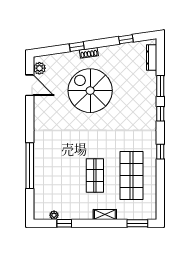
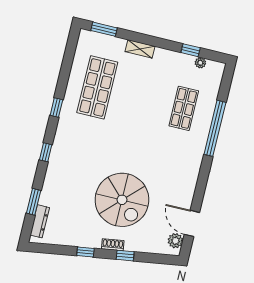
window: (126, 39) -> (85, 252), moved
window: (160, 86) -> (34, 202), moved
shop shelf: (95, 176) -> (184, 108), moved

